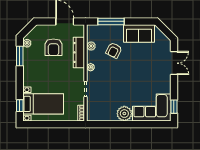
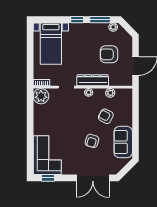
window: (111, 21) -> (135, 113), removed
dresser: (79, 52) -> (93, 80), moved
double door: (174, 63) -> (93, 178), width x1.37
armchair: (138, 64) -> (92, 141), added
window: (20, 106) -> (77, 20), moved
plant: (124, 114) -> (41, 96), moved

